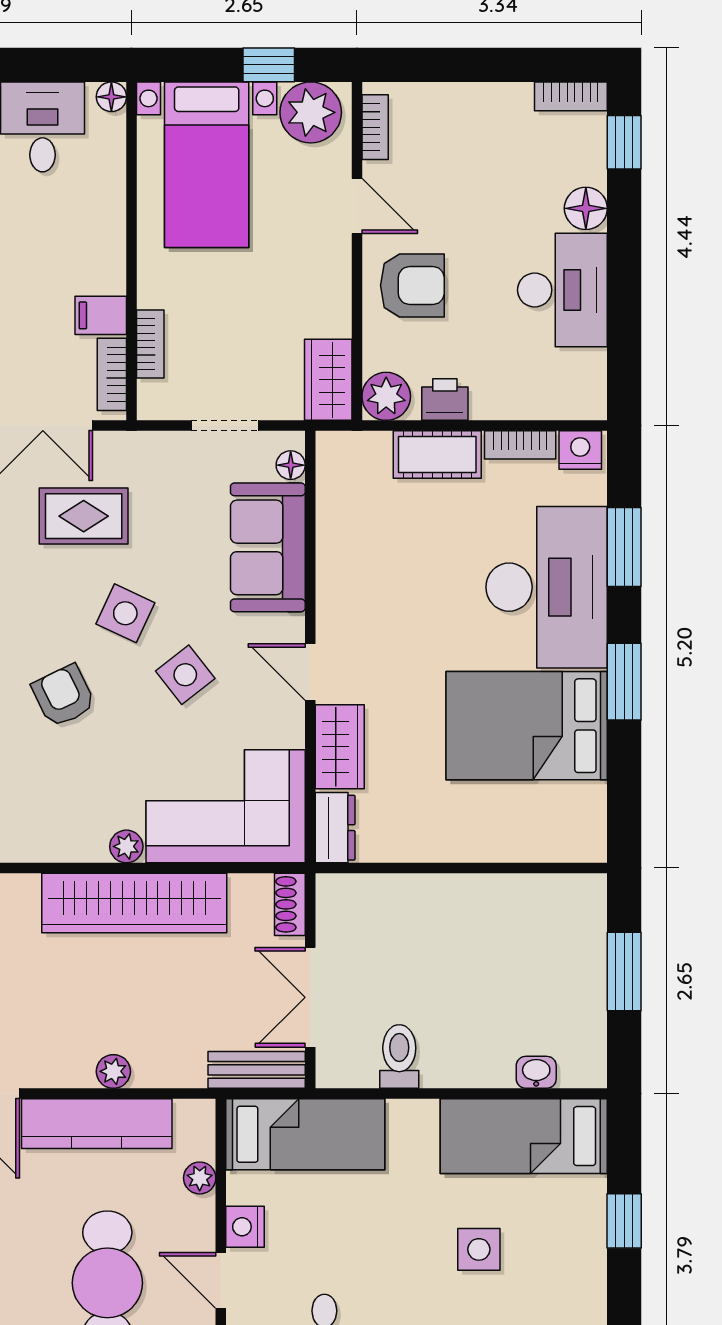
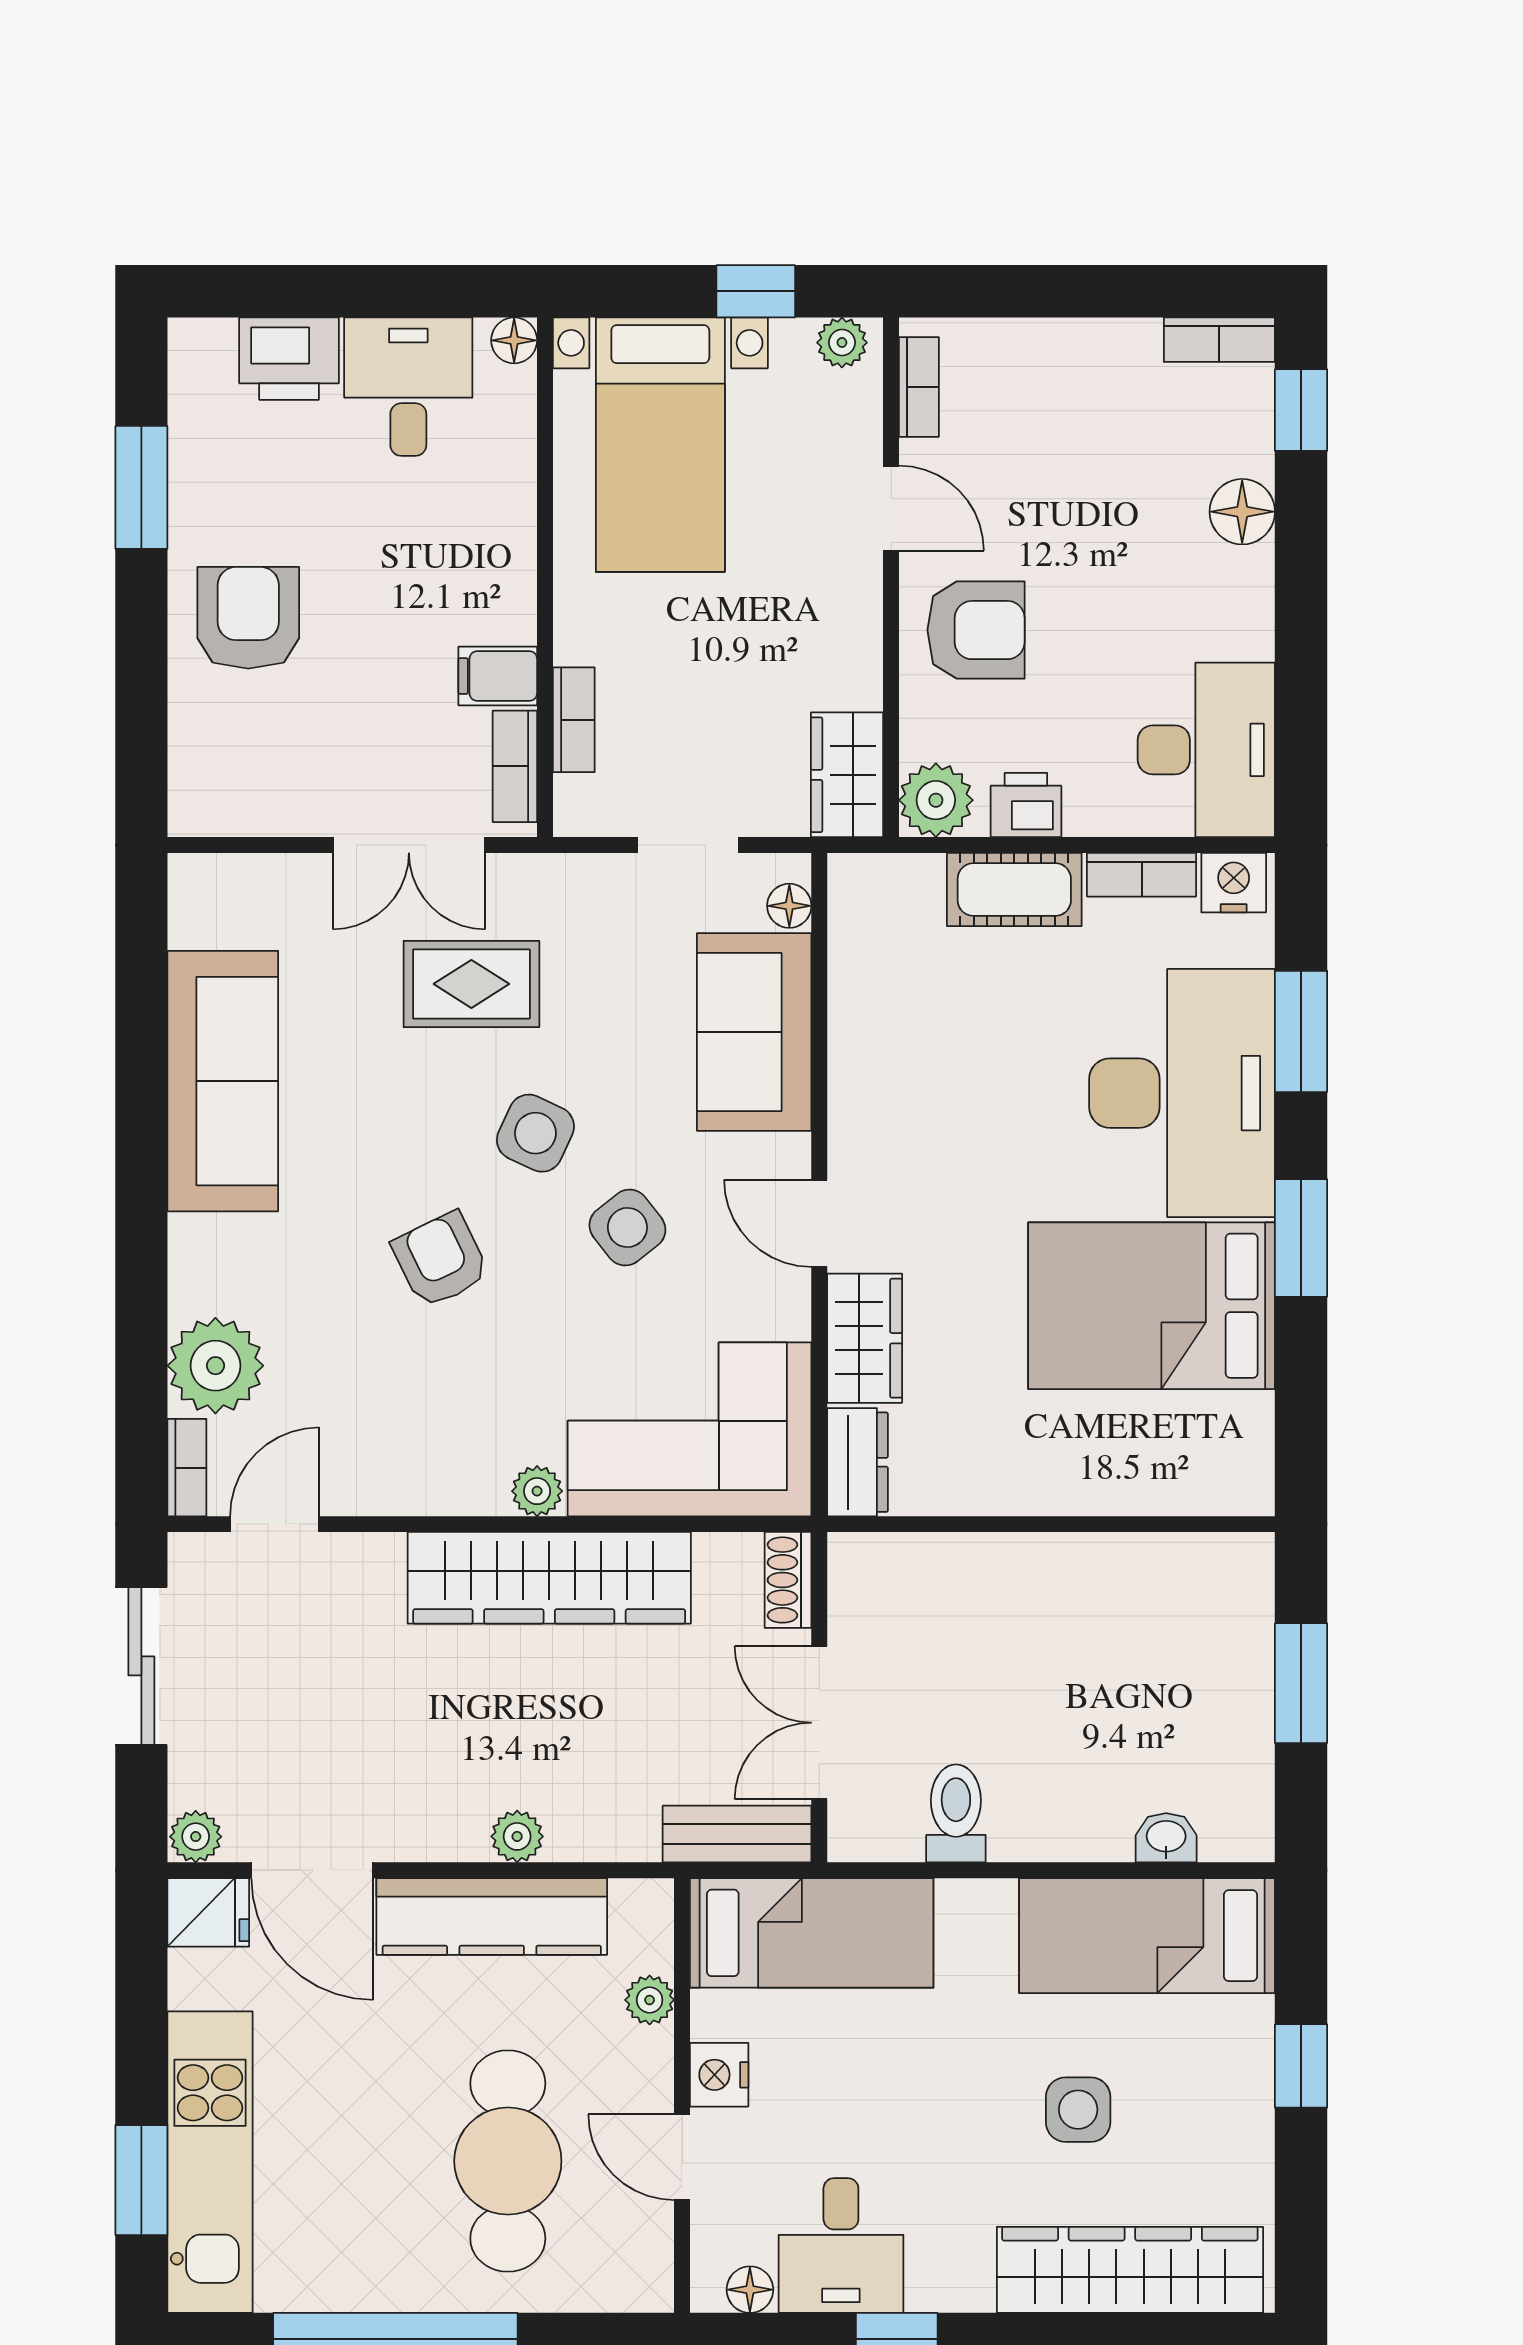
plant: (311, 112) -> (842, 343), width x0.53, depth x0.53
desk: (562, 290) -> (1206, 750), moved

